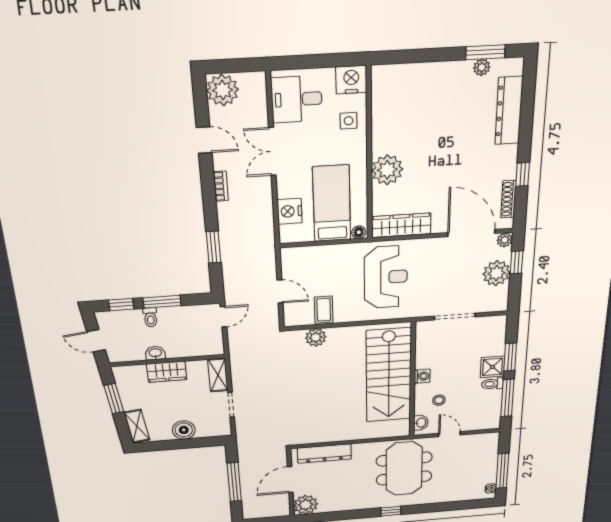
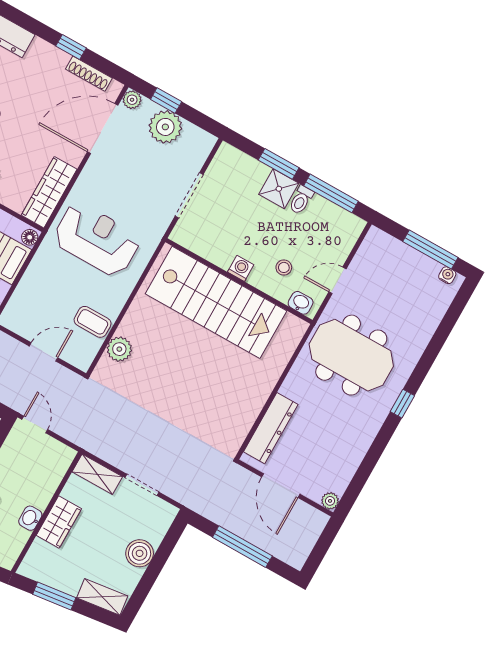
plant: (306, 505) -> (330, 501), width x0.53, depth x0.53

